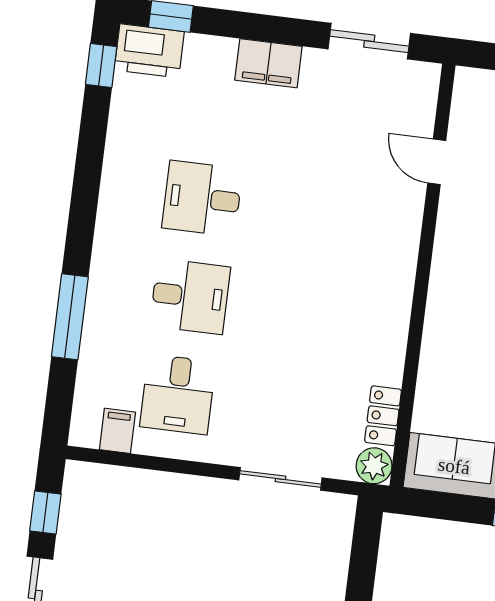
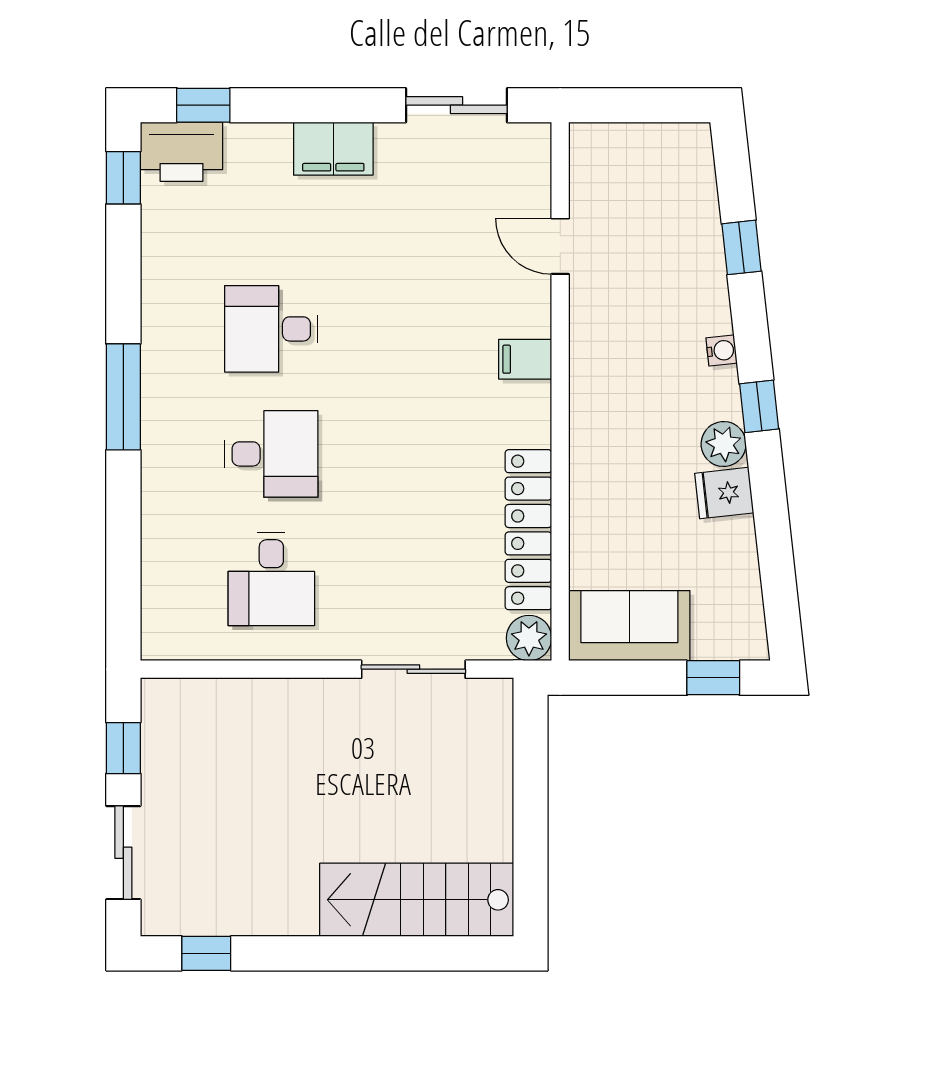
window: (70, 317) -> (123, 397), moved
locker: (383, 416) -> (528, 530), width x2.16, depth x1.21
filing cabinet: (117, 431) -> (525, 359), moved, turned -90

